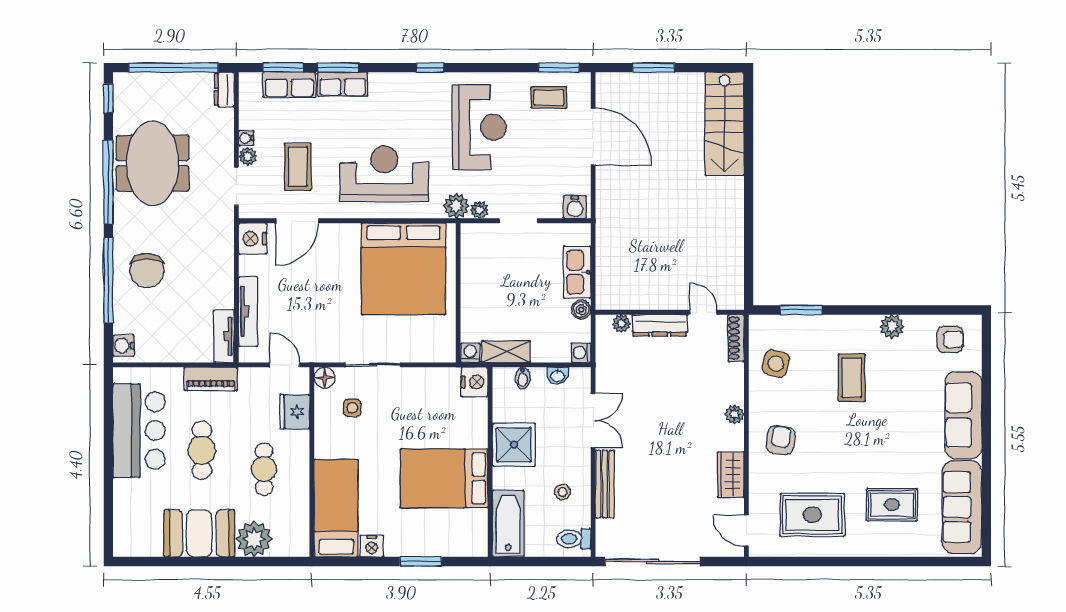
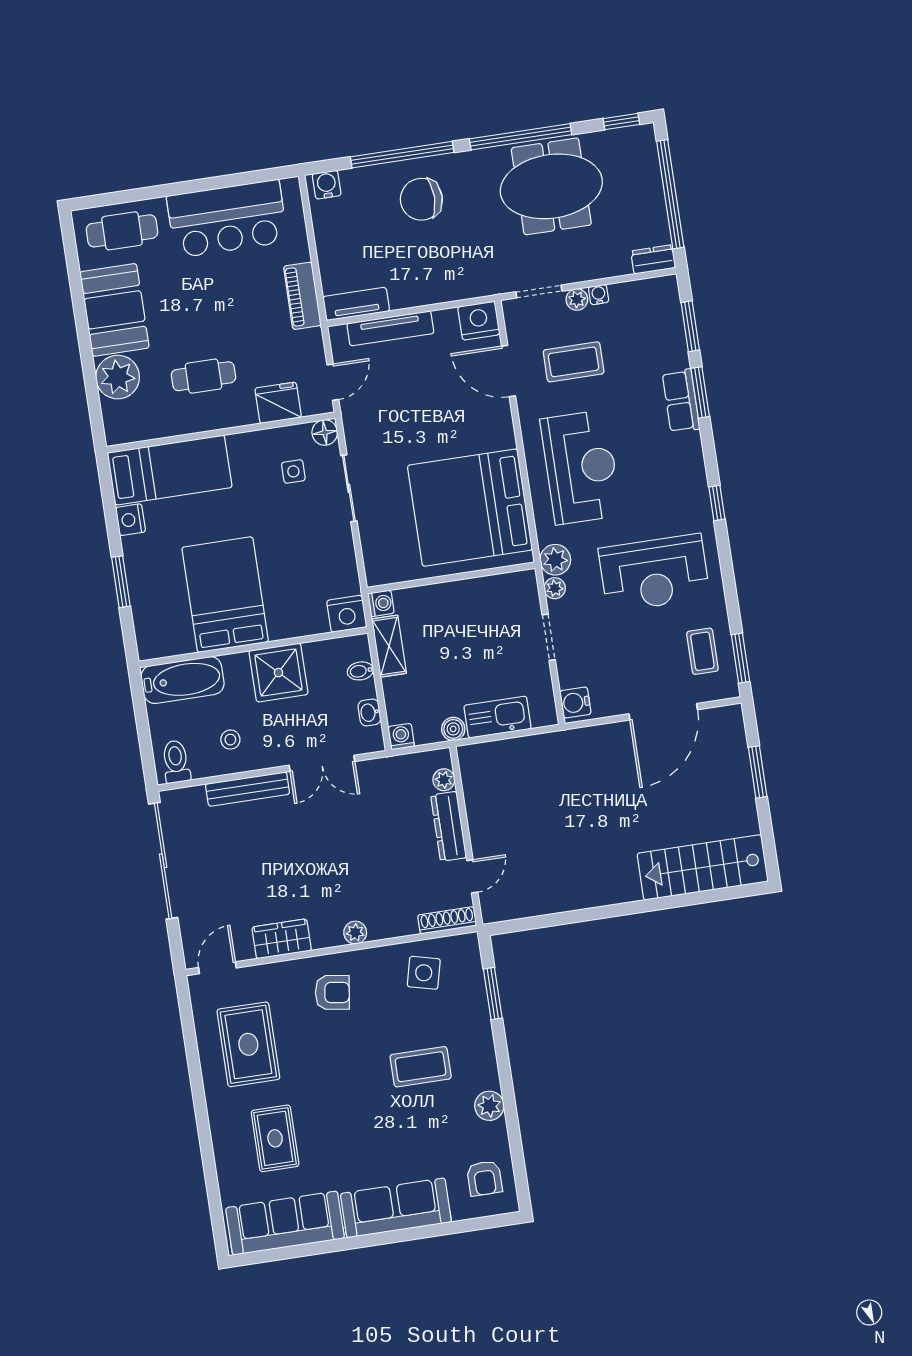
row of seats: (289, 85) -> (671, 337), removed
cafe table: (202, 450) -> (122, 231), moved

